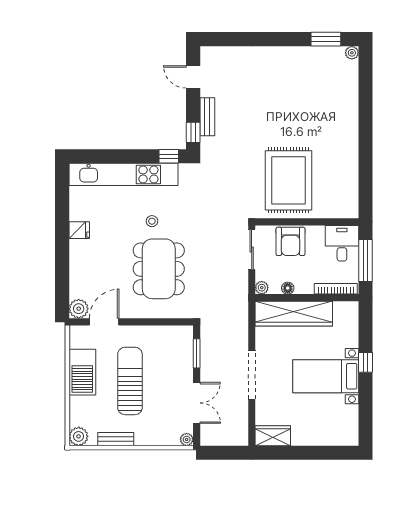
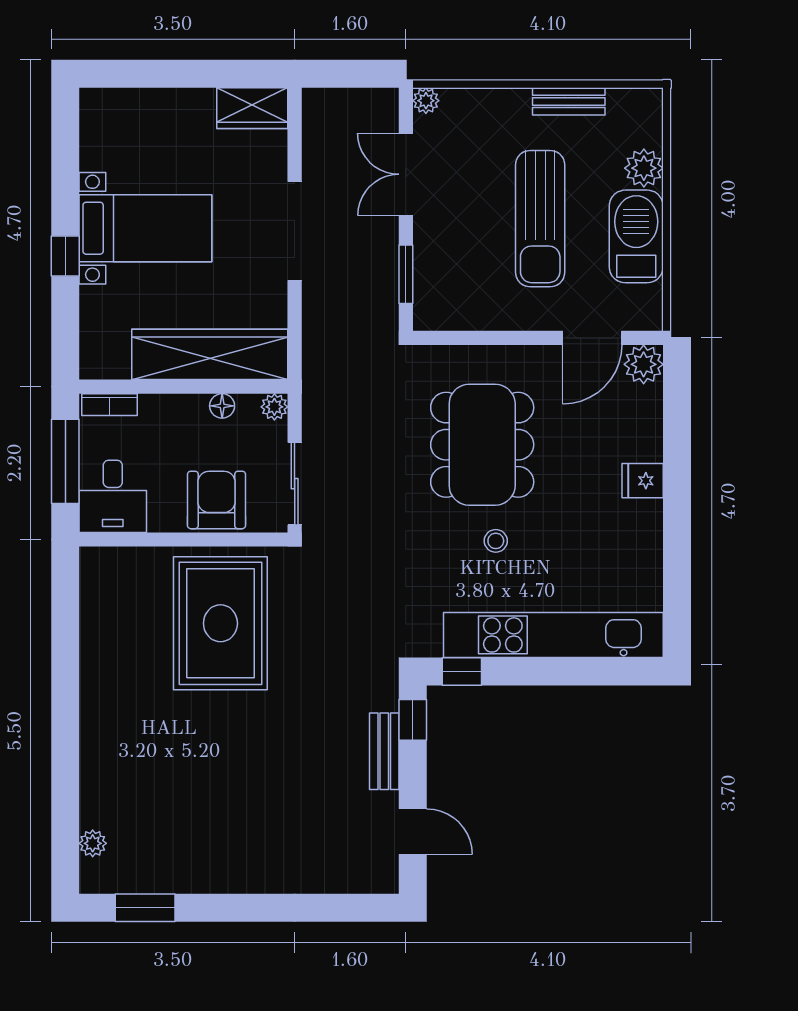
plant: (352, 53) -> (93, 843), moved
fridge: (79, 230) -> (643, 481), moved
bookcase: (336, 289) -> (110, 405), width x0.64
plant: (79, 436) -> (644, 168), moved

